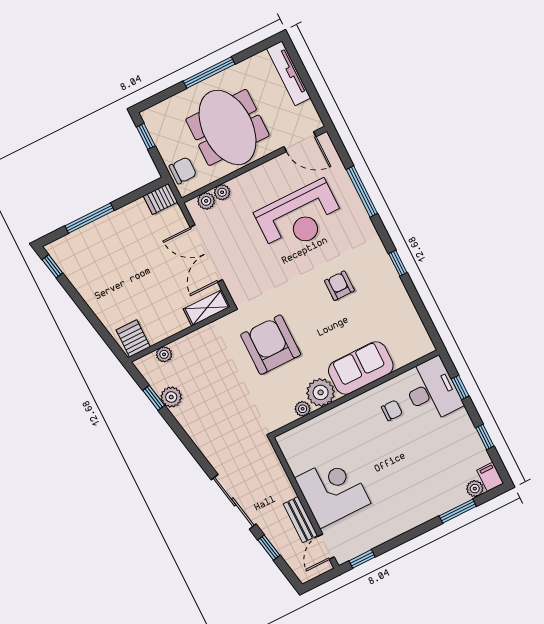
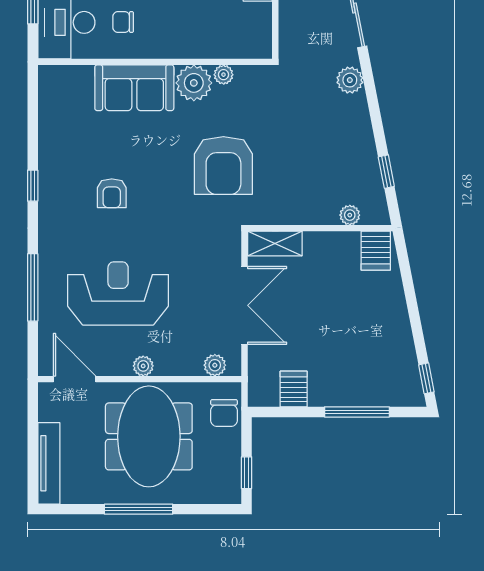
chair: (183, 170) -> (224, 413), turned -90
plant: (222, 192) -> (143, 366), moved
server rack: (161, 199) -> (294, 389), moved, turned -90
plant: (171, 397) -> (350, 80), moved

